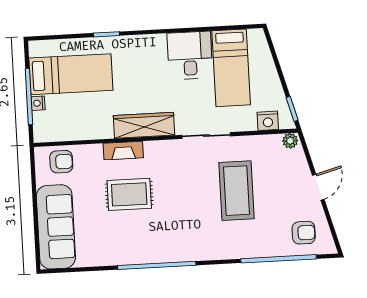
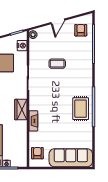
wardrobe: (144, 125) -> (21, 110), width x0.67
door: (318, 187) -> (58, 21), swing flipped
coffee table: (237, 191) -> (57, 64), width x0.54, depth x0.58
rug: (129, 194) -> (81, 109), moved

